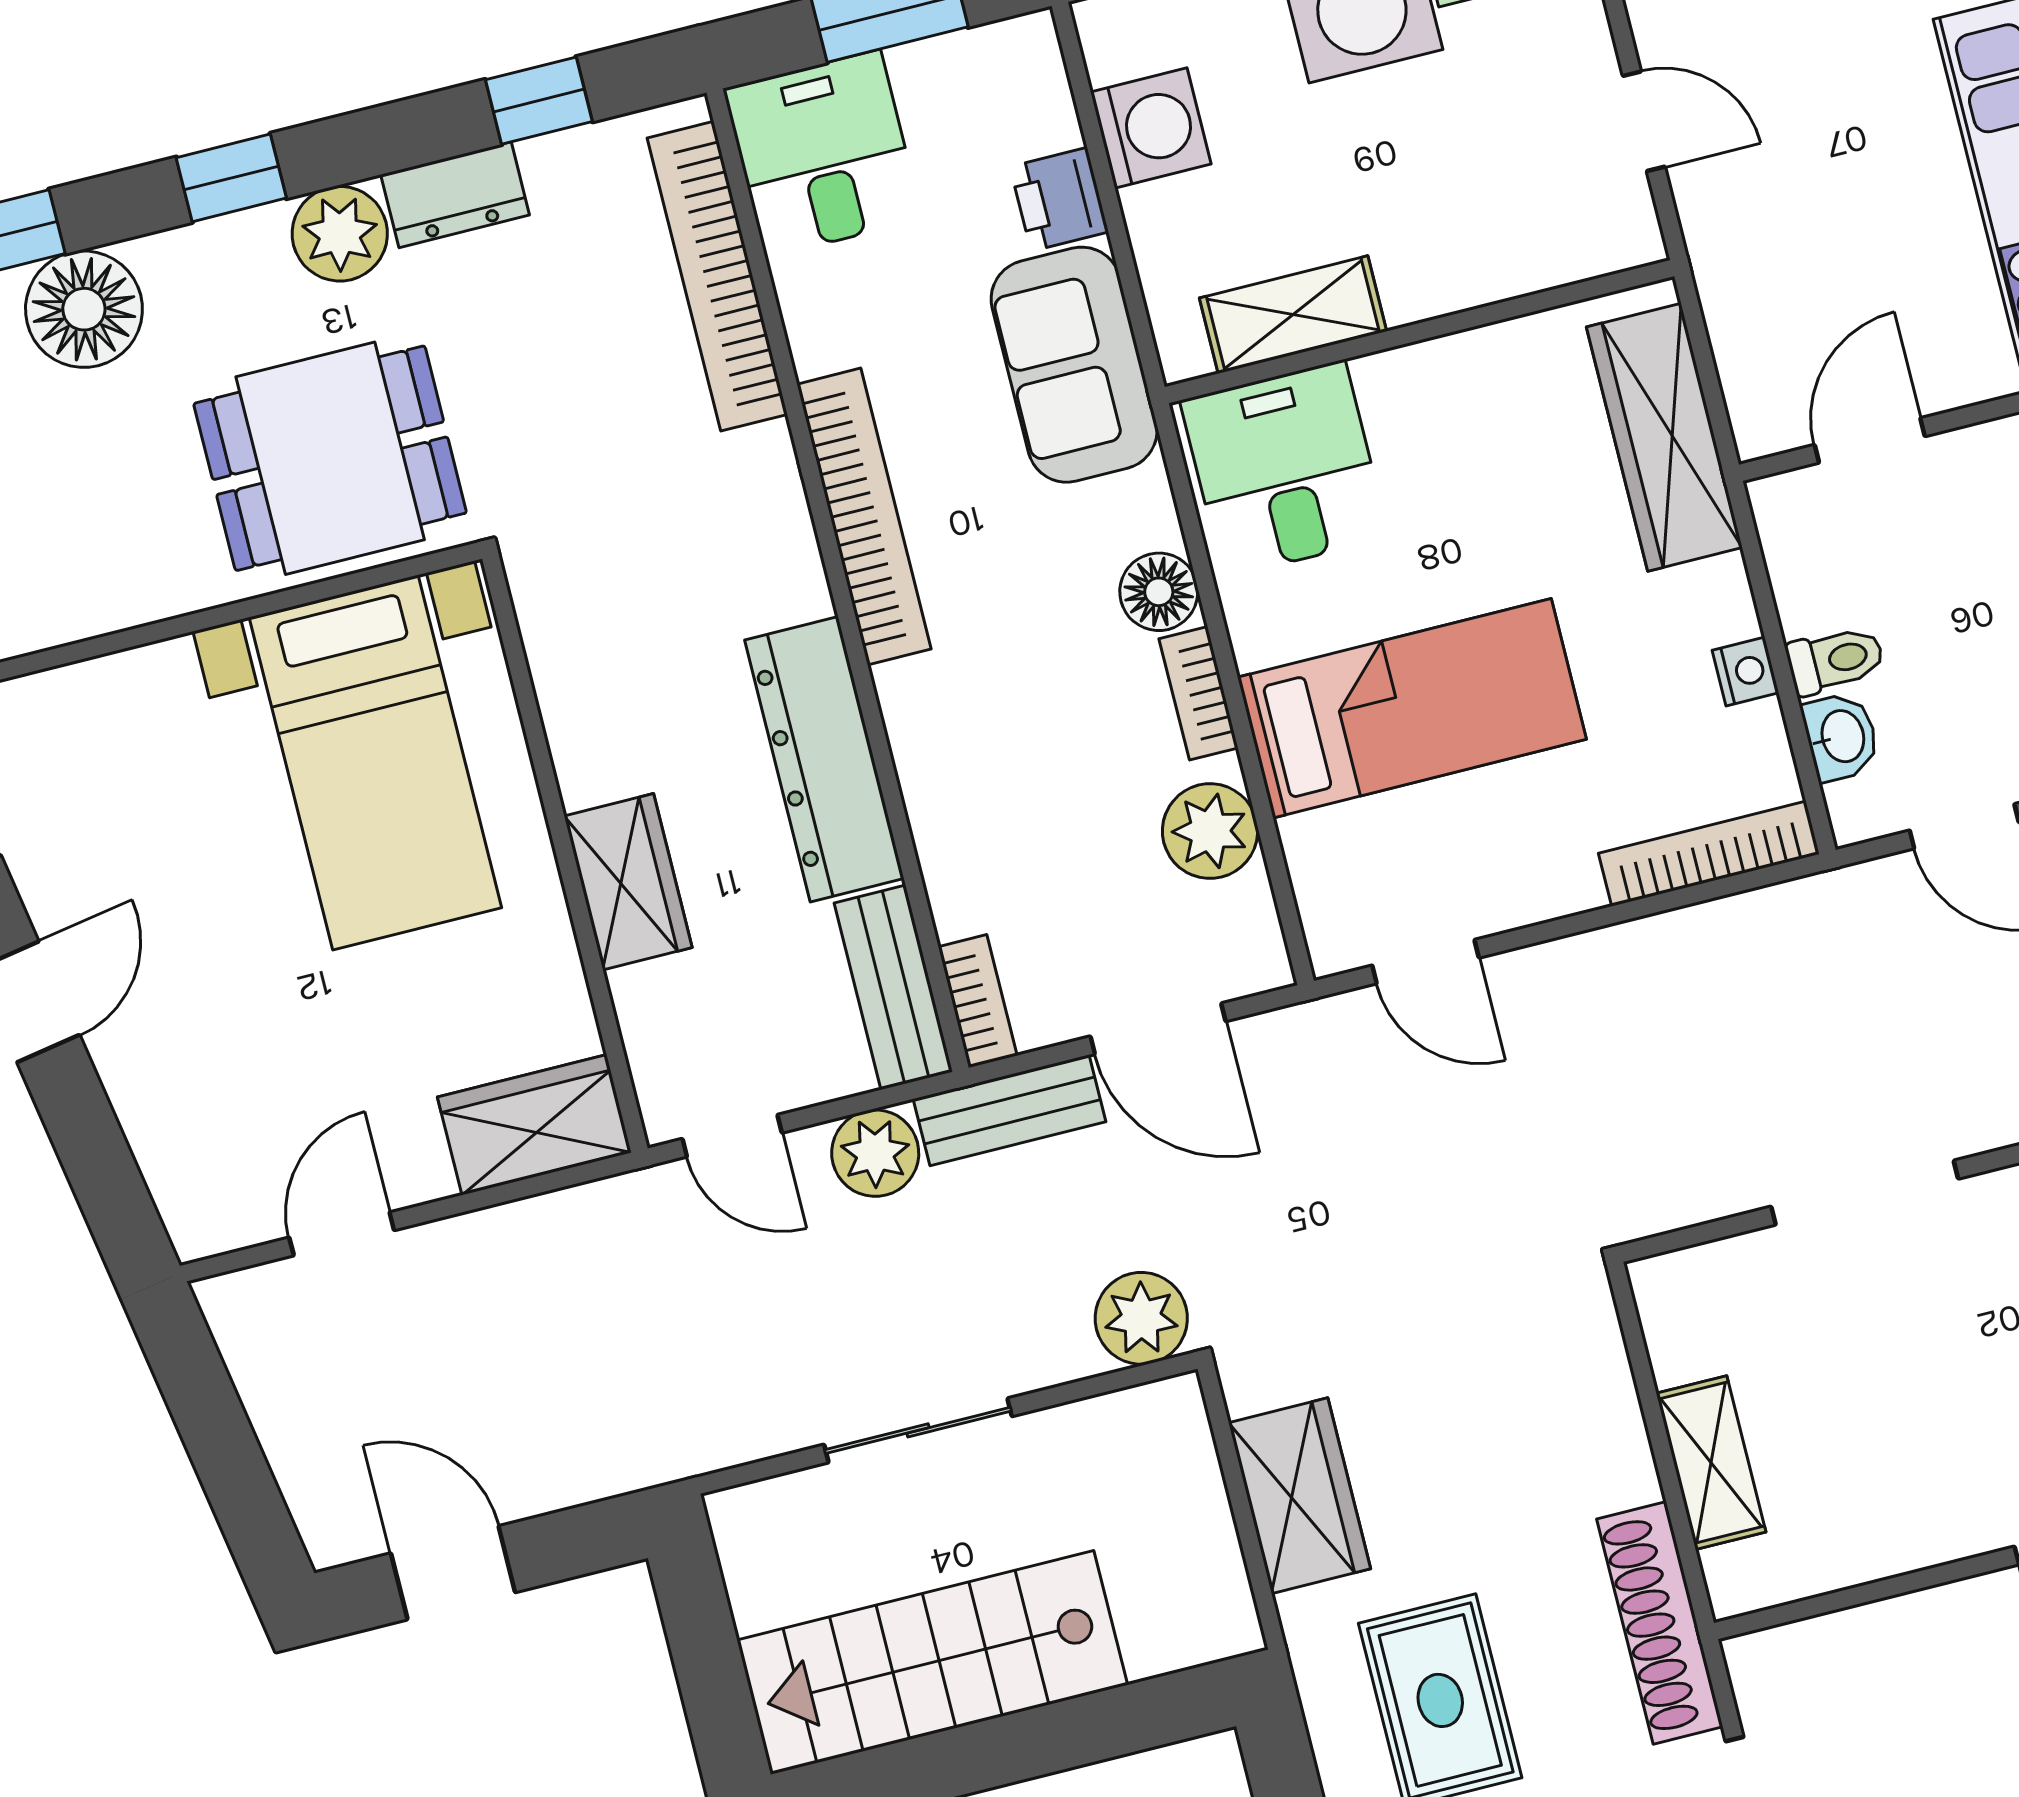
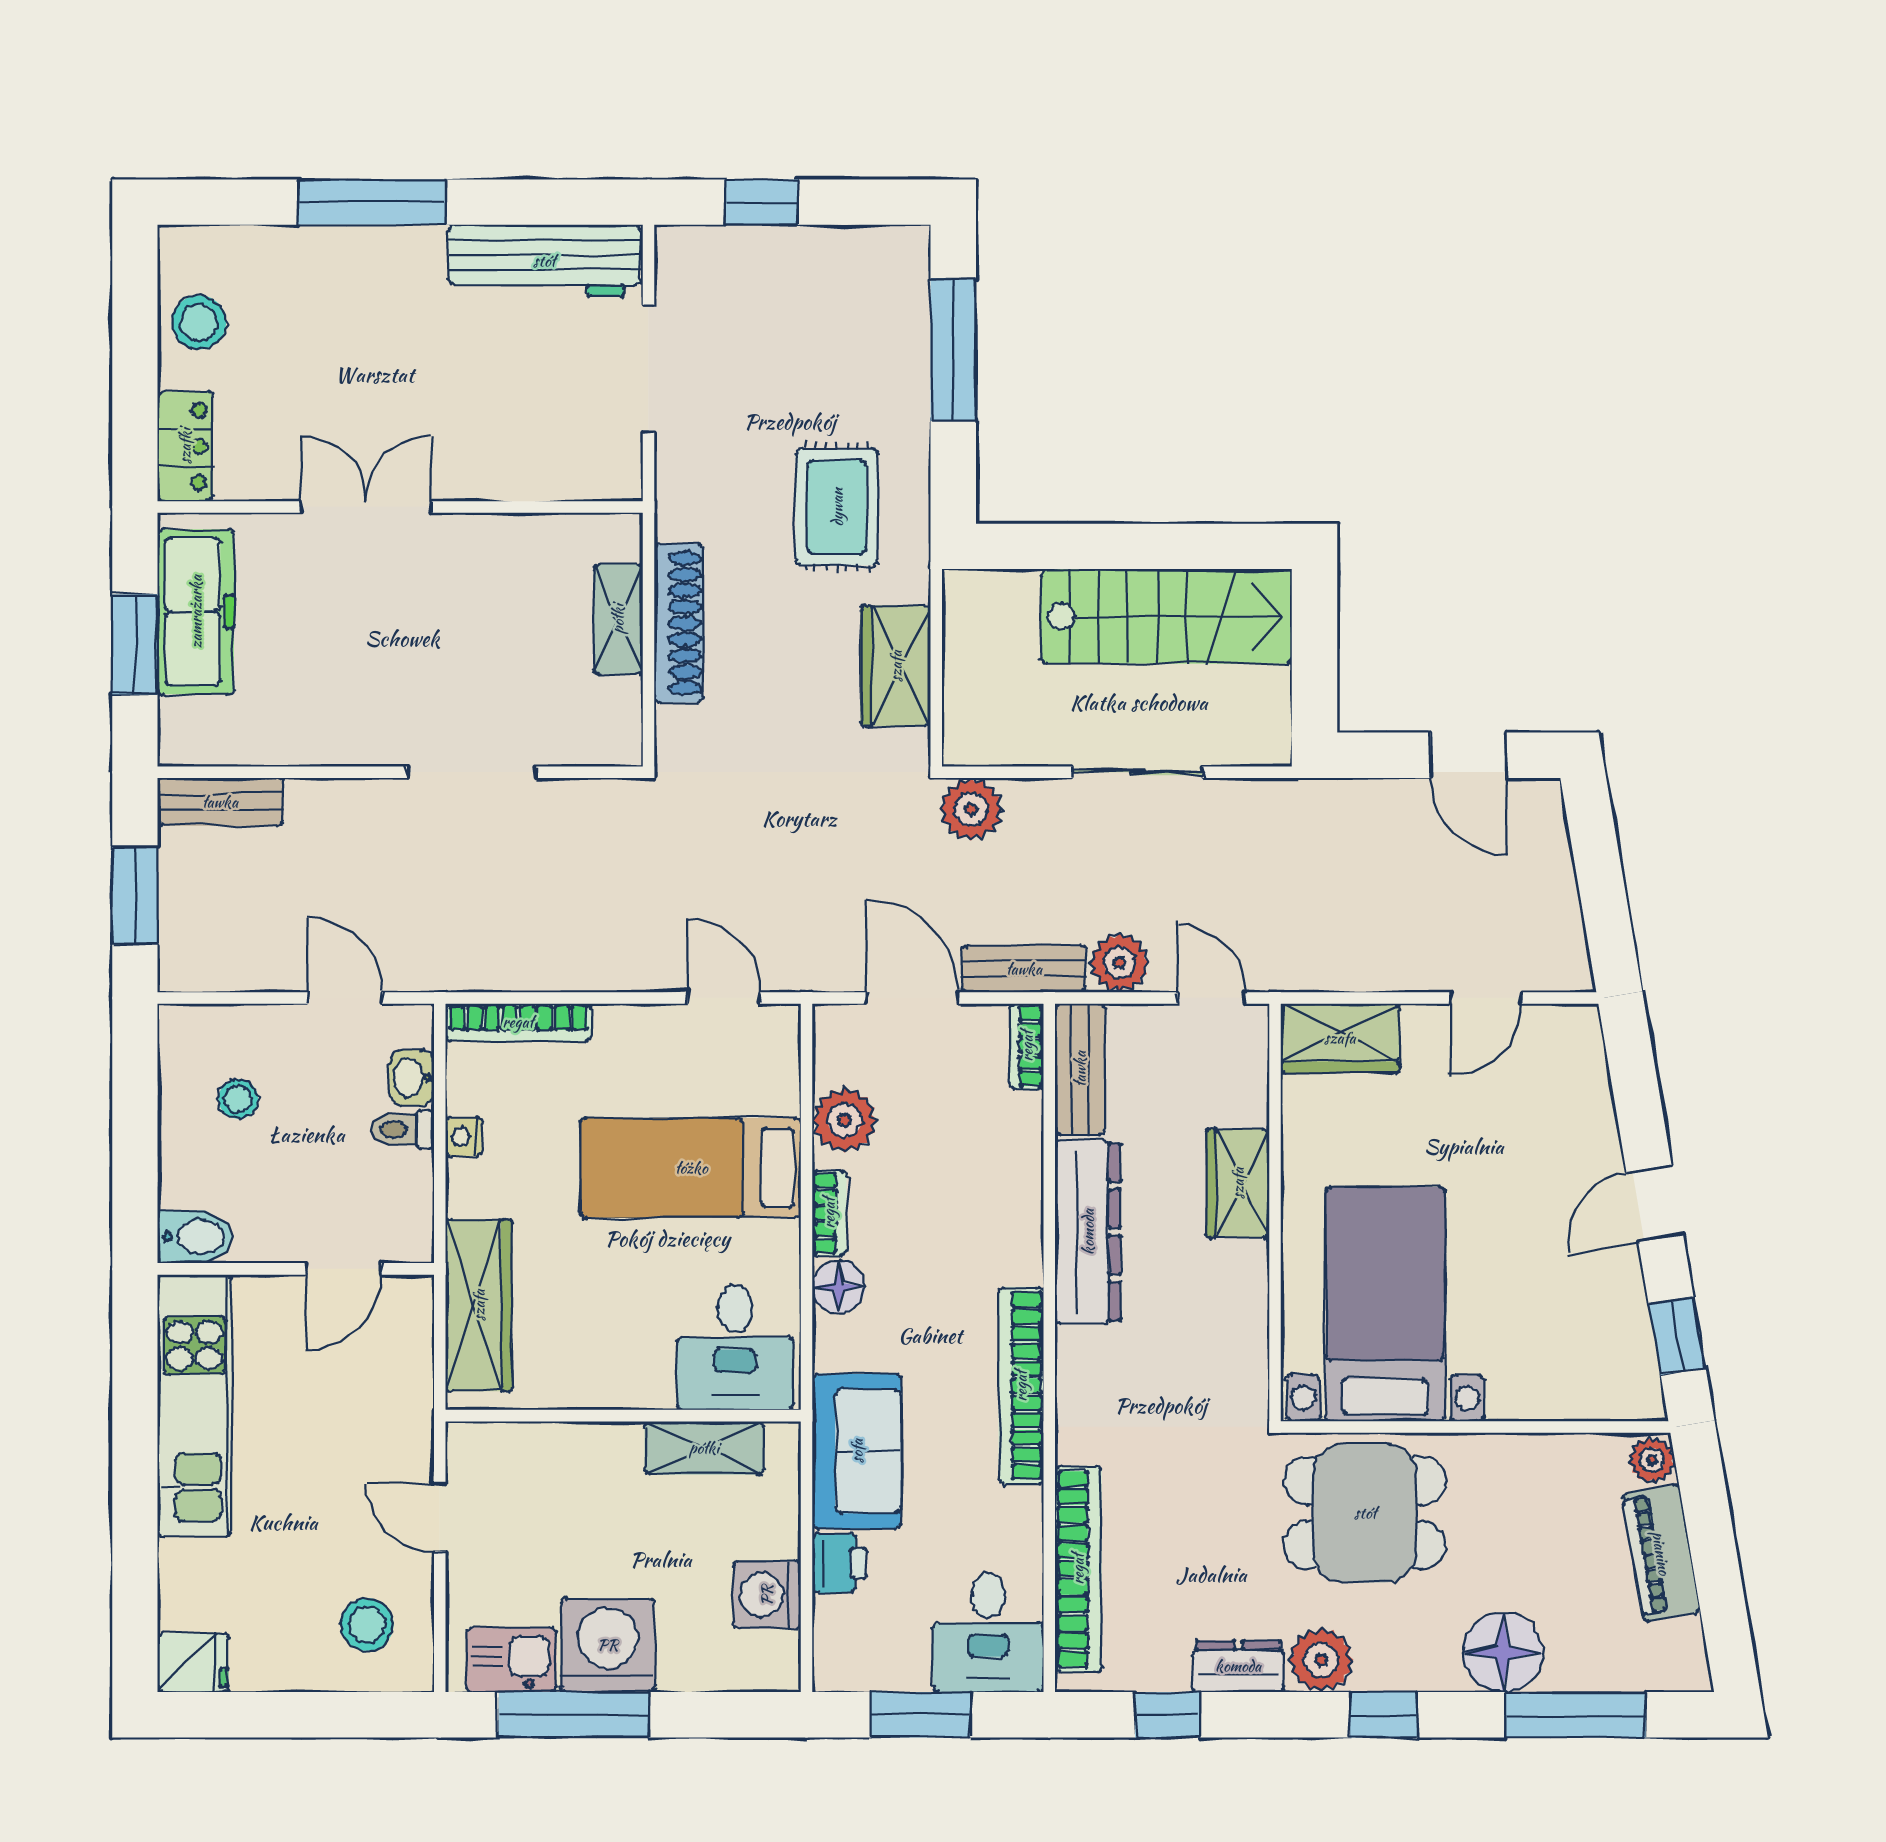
shoe rack: (1660, 1623) -> (679, 623), moved

